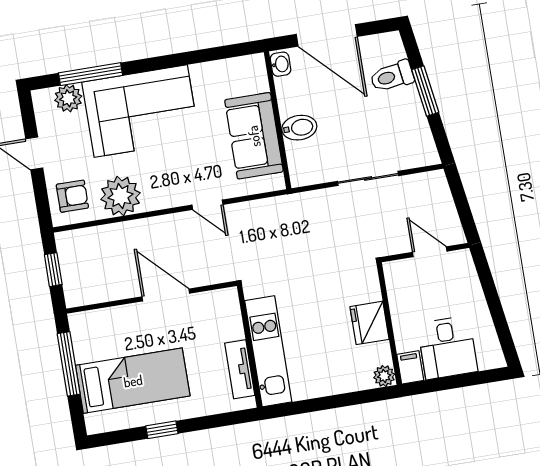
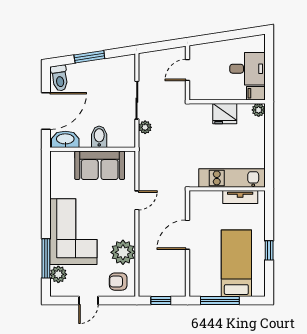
washbasin: (281, 64) -> (65, 139), width x1.91, depth x1.45
toilet: (392, 76) -> (60, 78), moved
armchair: (72, 196) -> (118, 282), turned -90
plant: (327, 199) -> (145, 127), added

